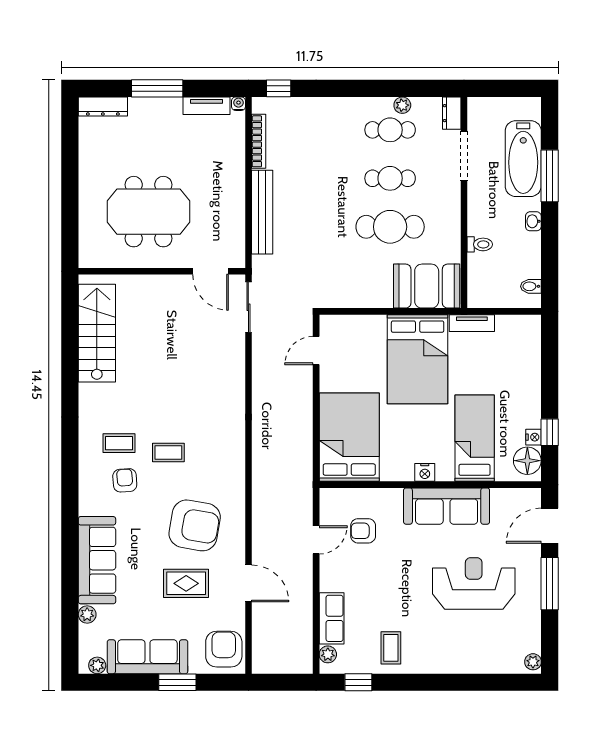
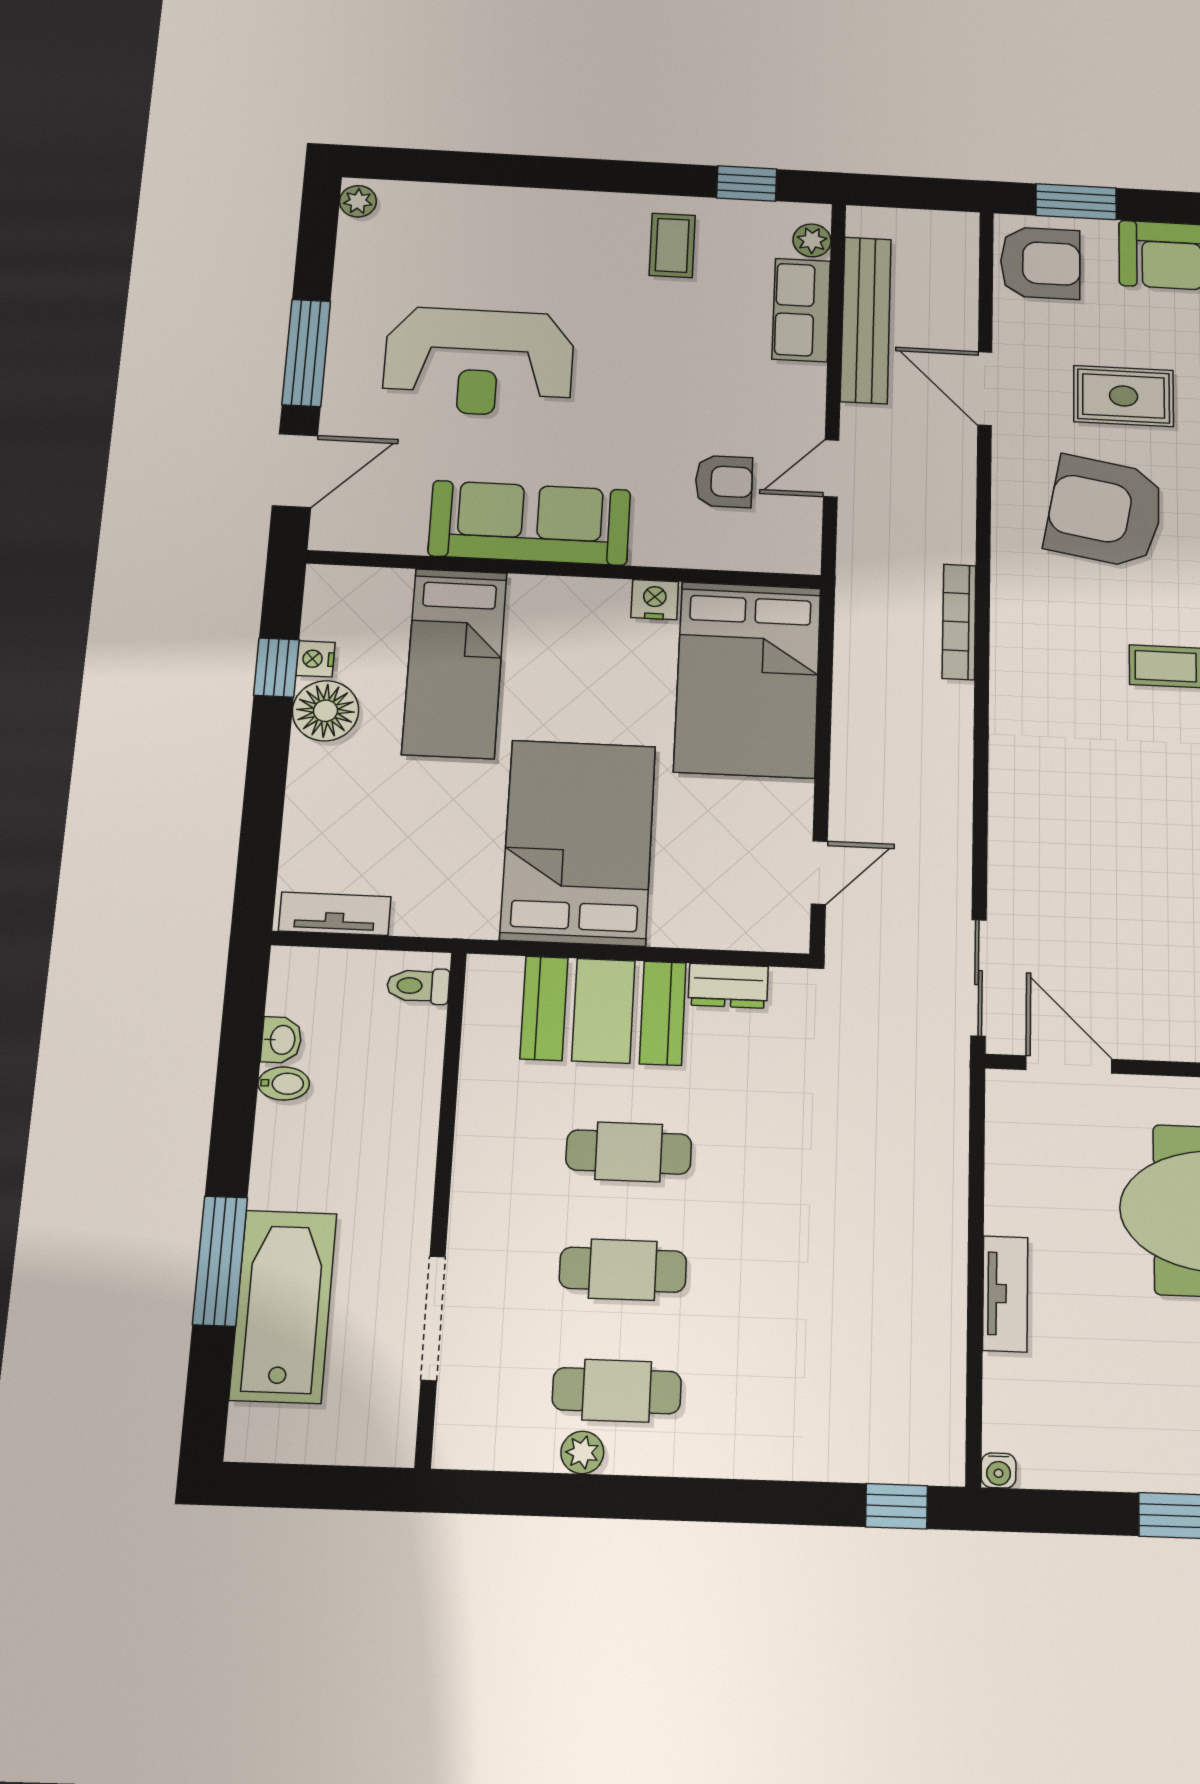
tv unit: (207, 106) -> (1005, 1294), moved, turned 90
dresser: (452, 113) -> (728, 986), moved, turned 90
bookcase: (259, 141) -> (959, 622), moved
bench: (262, 212) -> (866, 320), moved
washbasin: (533, 221) -> (281, 1040), moved
cafe table: (390, 227) -> (629, 1152), width x0.73, depth x0.74
toilet: (480, 244) -> (418, 986), moved
booth: (427, 286) -> (603, 1011), moved
bidet: (531, 286) -> (284, 1084), moved
tv unit: (472, 323) -> (335, 914), moved
floor lamp: (527, 461) -> (325, 711), moved
nightstand: (425, 472) -> (655, 600), moved
armchair: (224, 649) -> (1040, 263), turned -90
window: (177, 682) -> (1076, 202), moved

